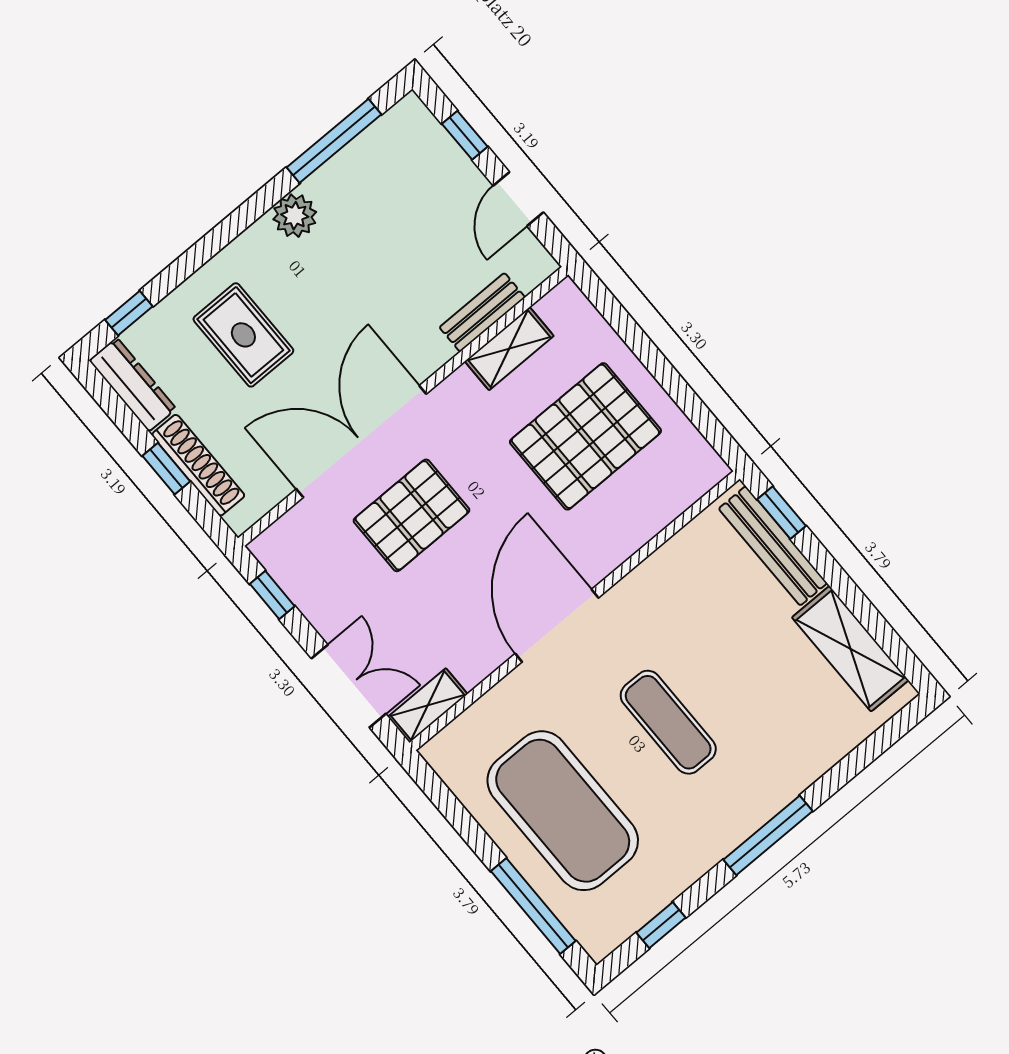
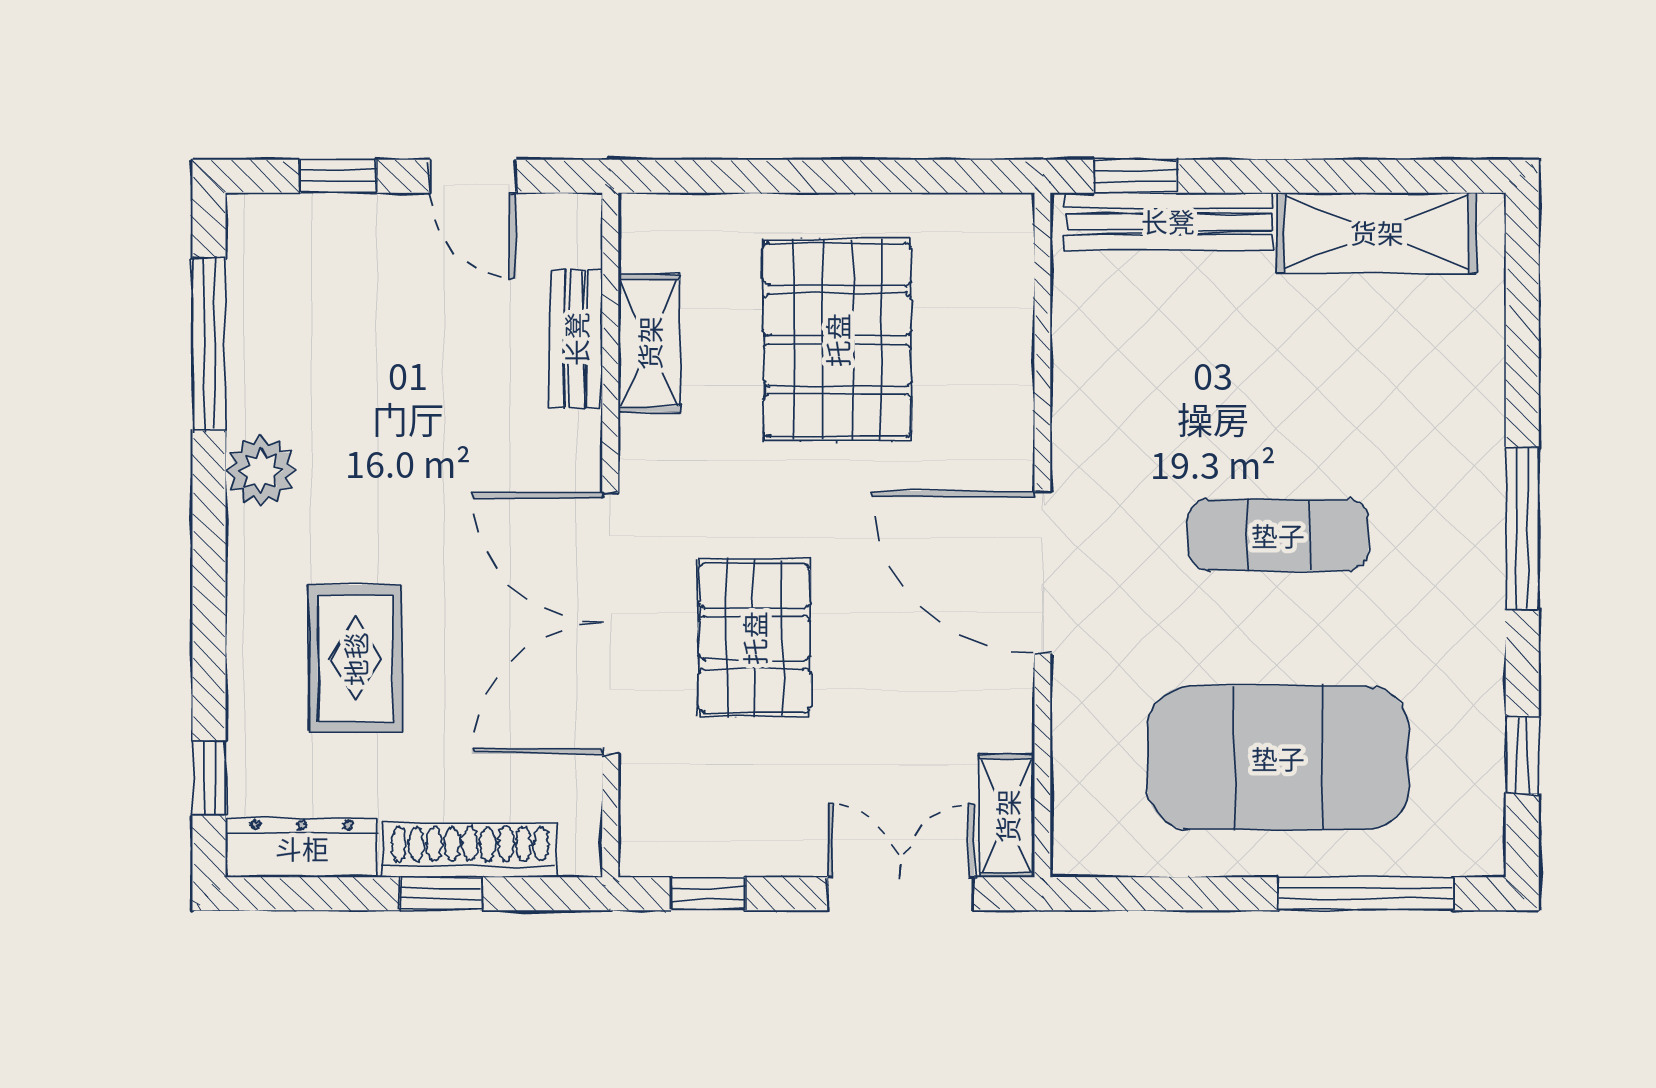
rug: (243, 335) -> (355, 659), turned 90

